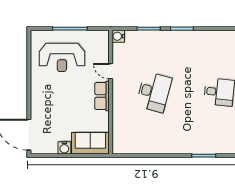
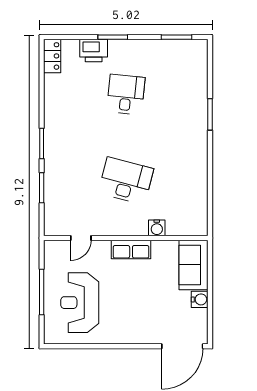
water cooler: (118, 36) -> (157, 228), moved
reception desk: (62, 57) -> (80, 303), turned 180
door: (111, 71) -> (81, 238), moved

